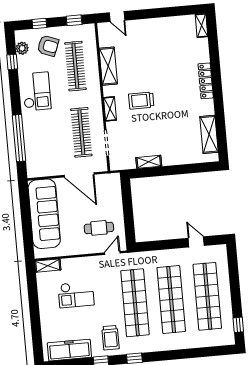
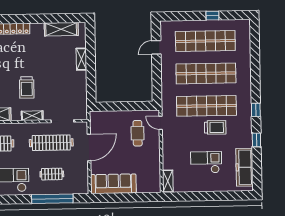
clothes rail: (46, 135) -> (52, 174), added
shelving: (149, 162) -> (81, 59), moved
sofa: (44, 214) -> (113, 184), width x0.74, depth x0.79
checkout: (76, 295) -> (206, 162), moved, turned -90
window: (238, 325) -> (212, 16), moved
trolley: (110, 338) -> (215, 127), moved

